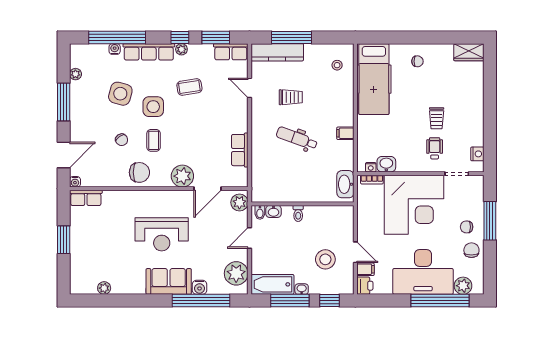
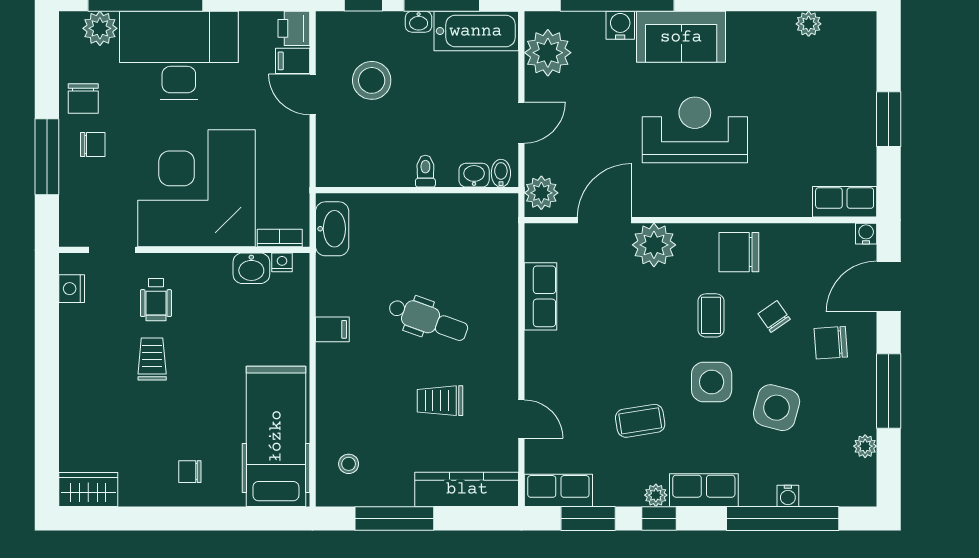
window: (291, 38) -> (394, 518), moved
row of seats: (149, 52) -> (704, 490), width x0.68
chair: (93, 127) -> (831, 343), added

